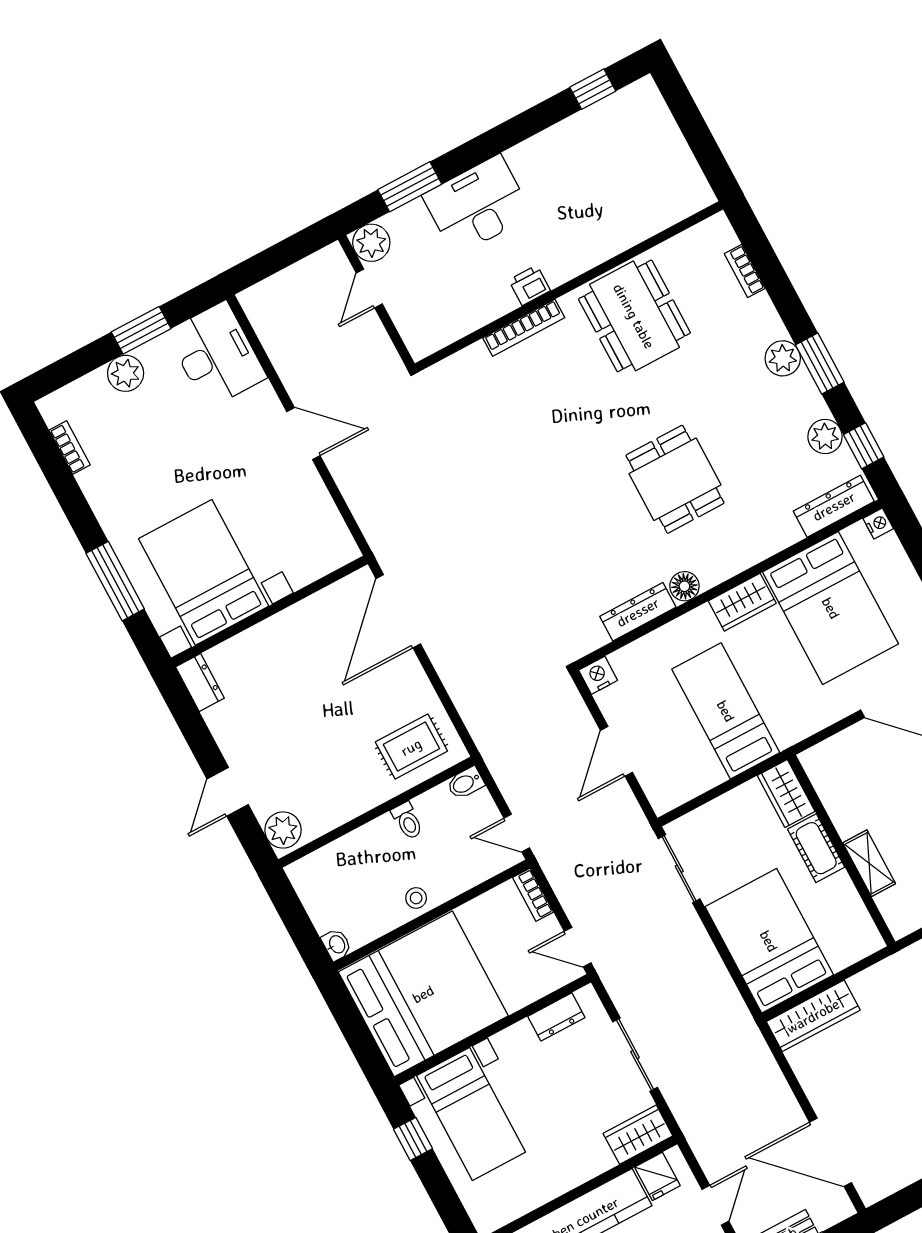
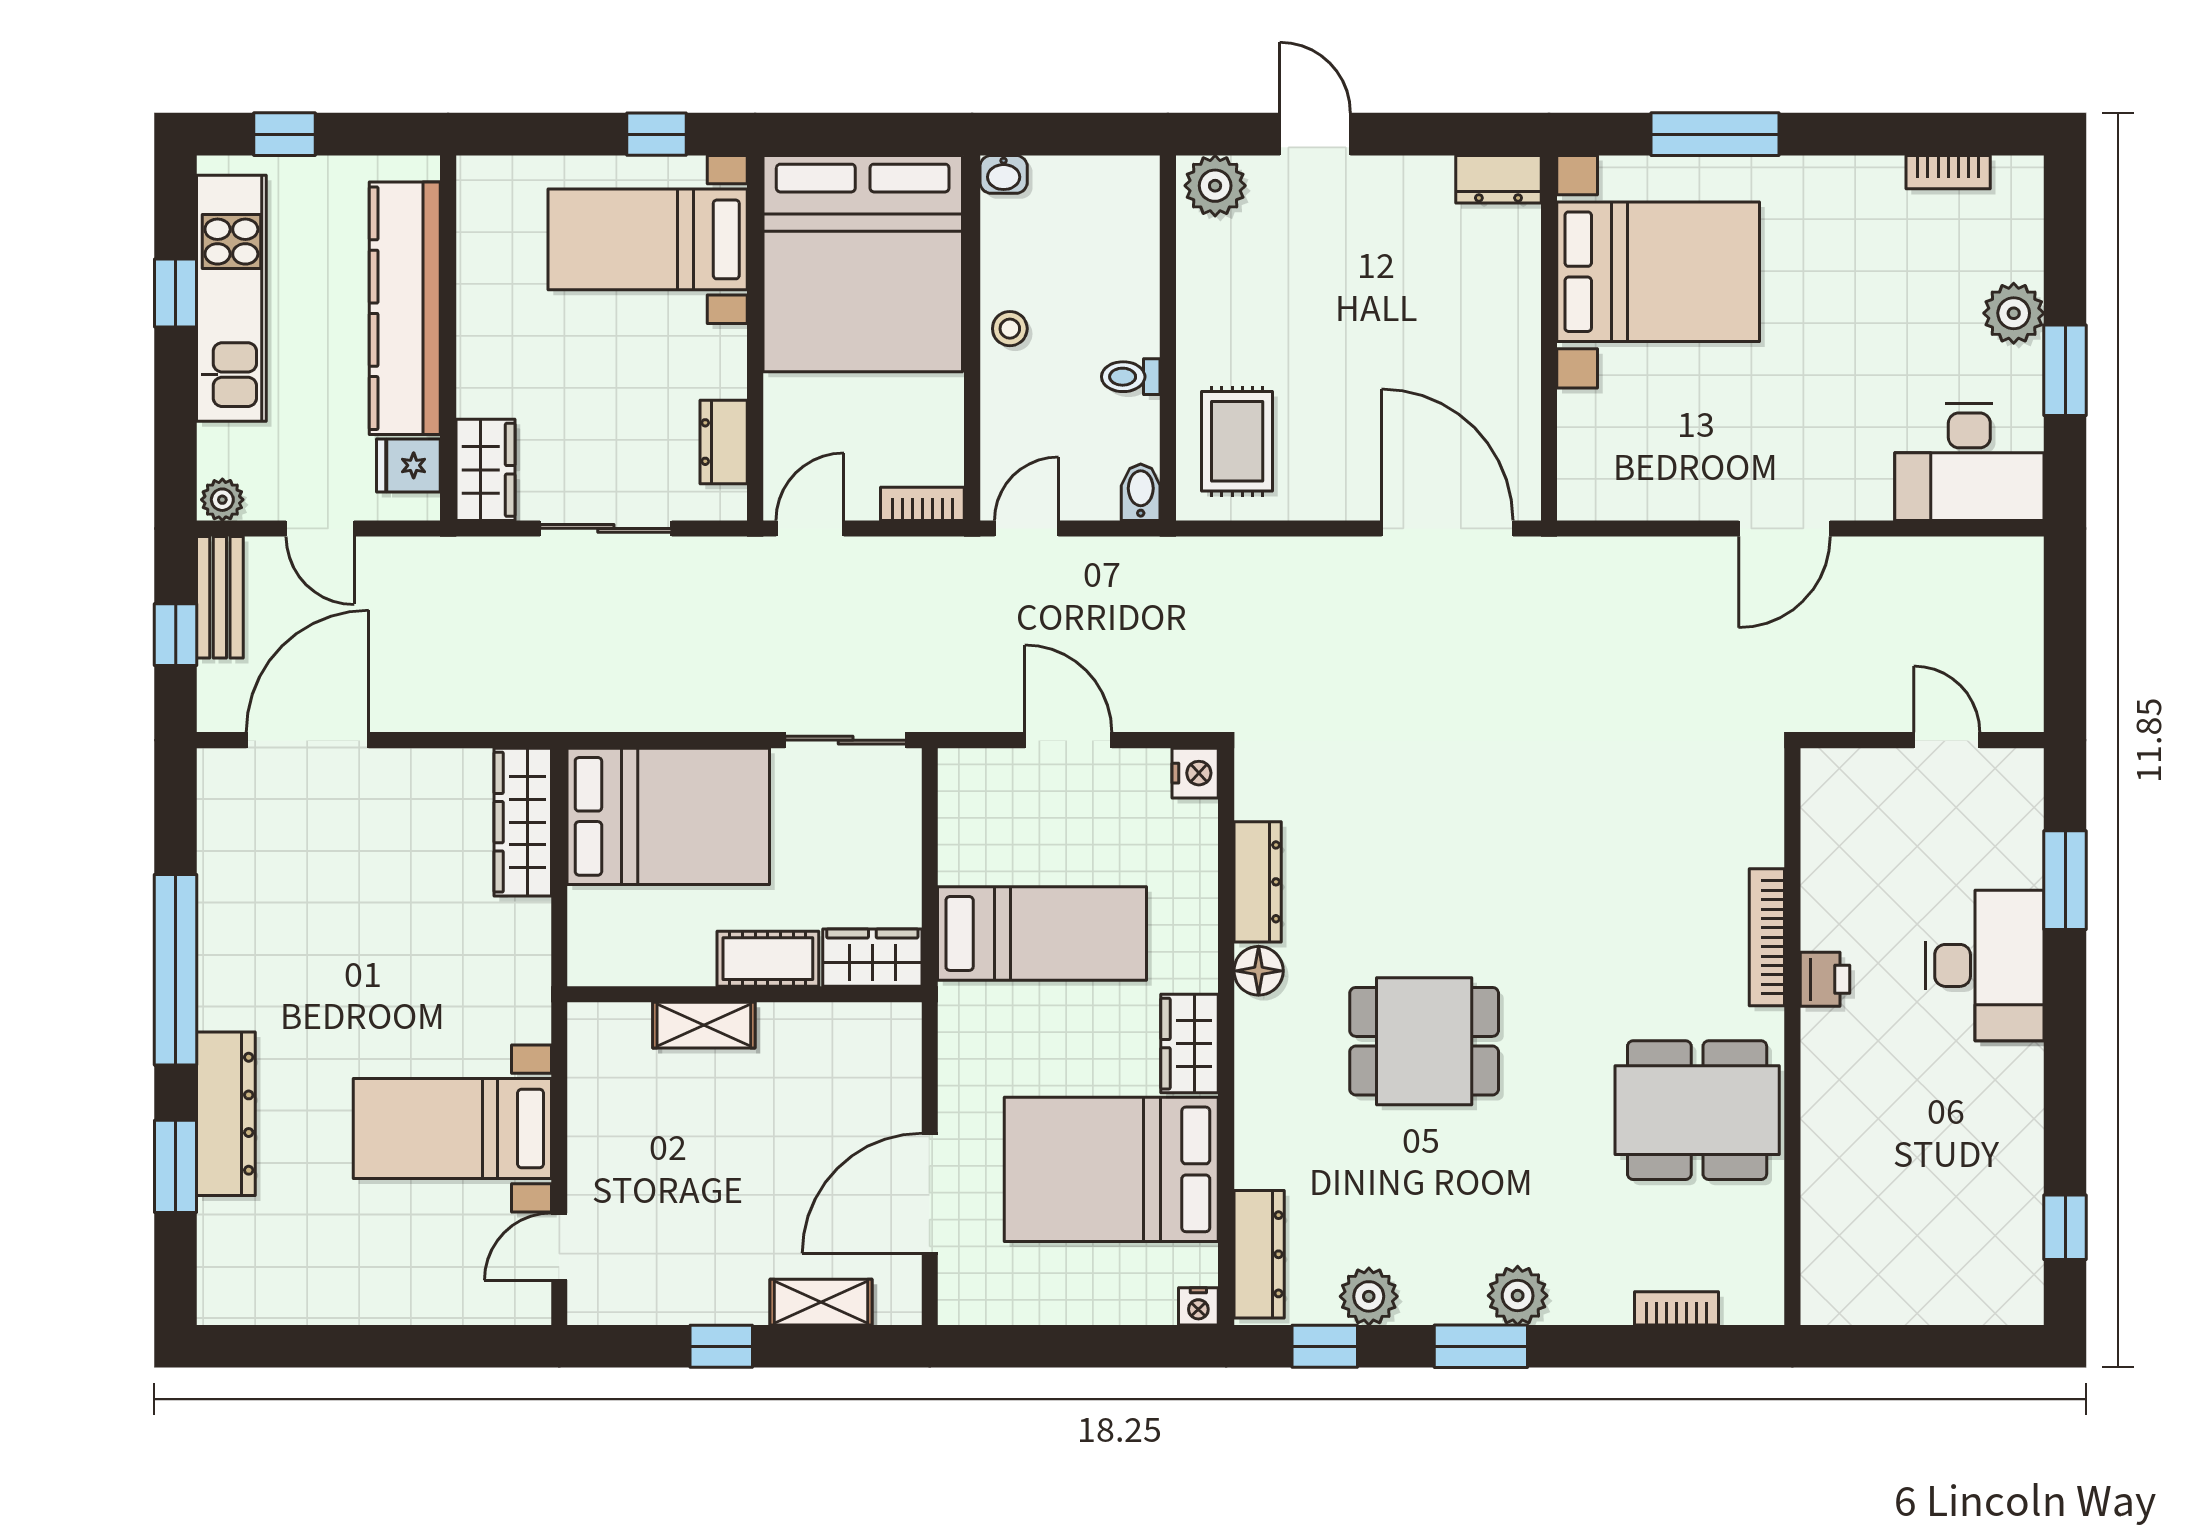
plant: (371, 243) -> (2013, 779), removed

